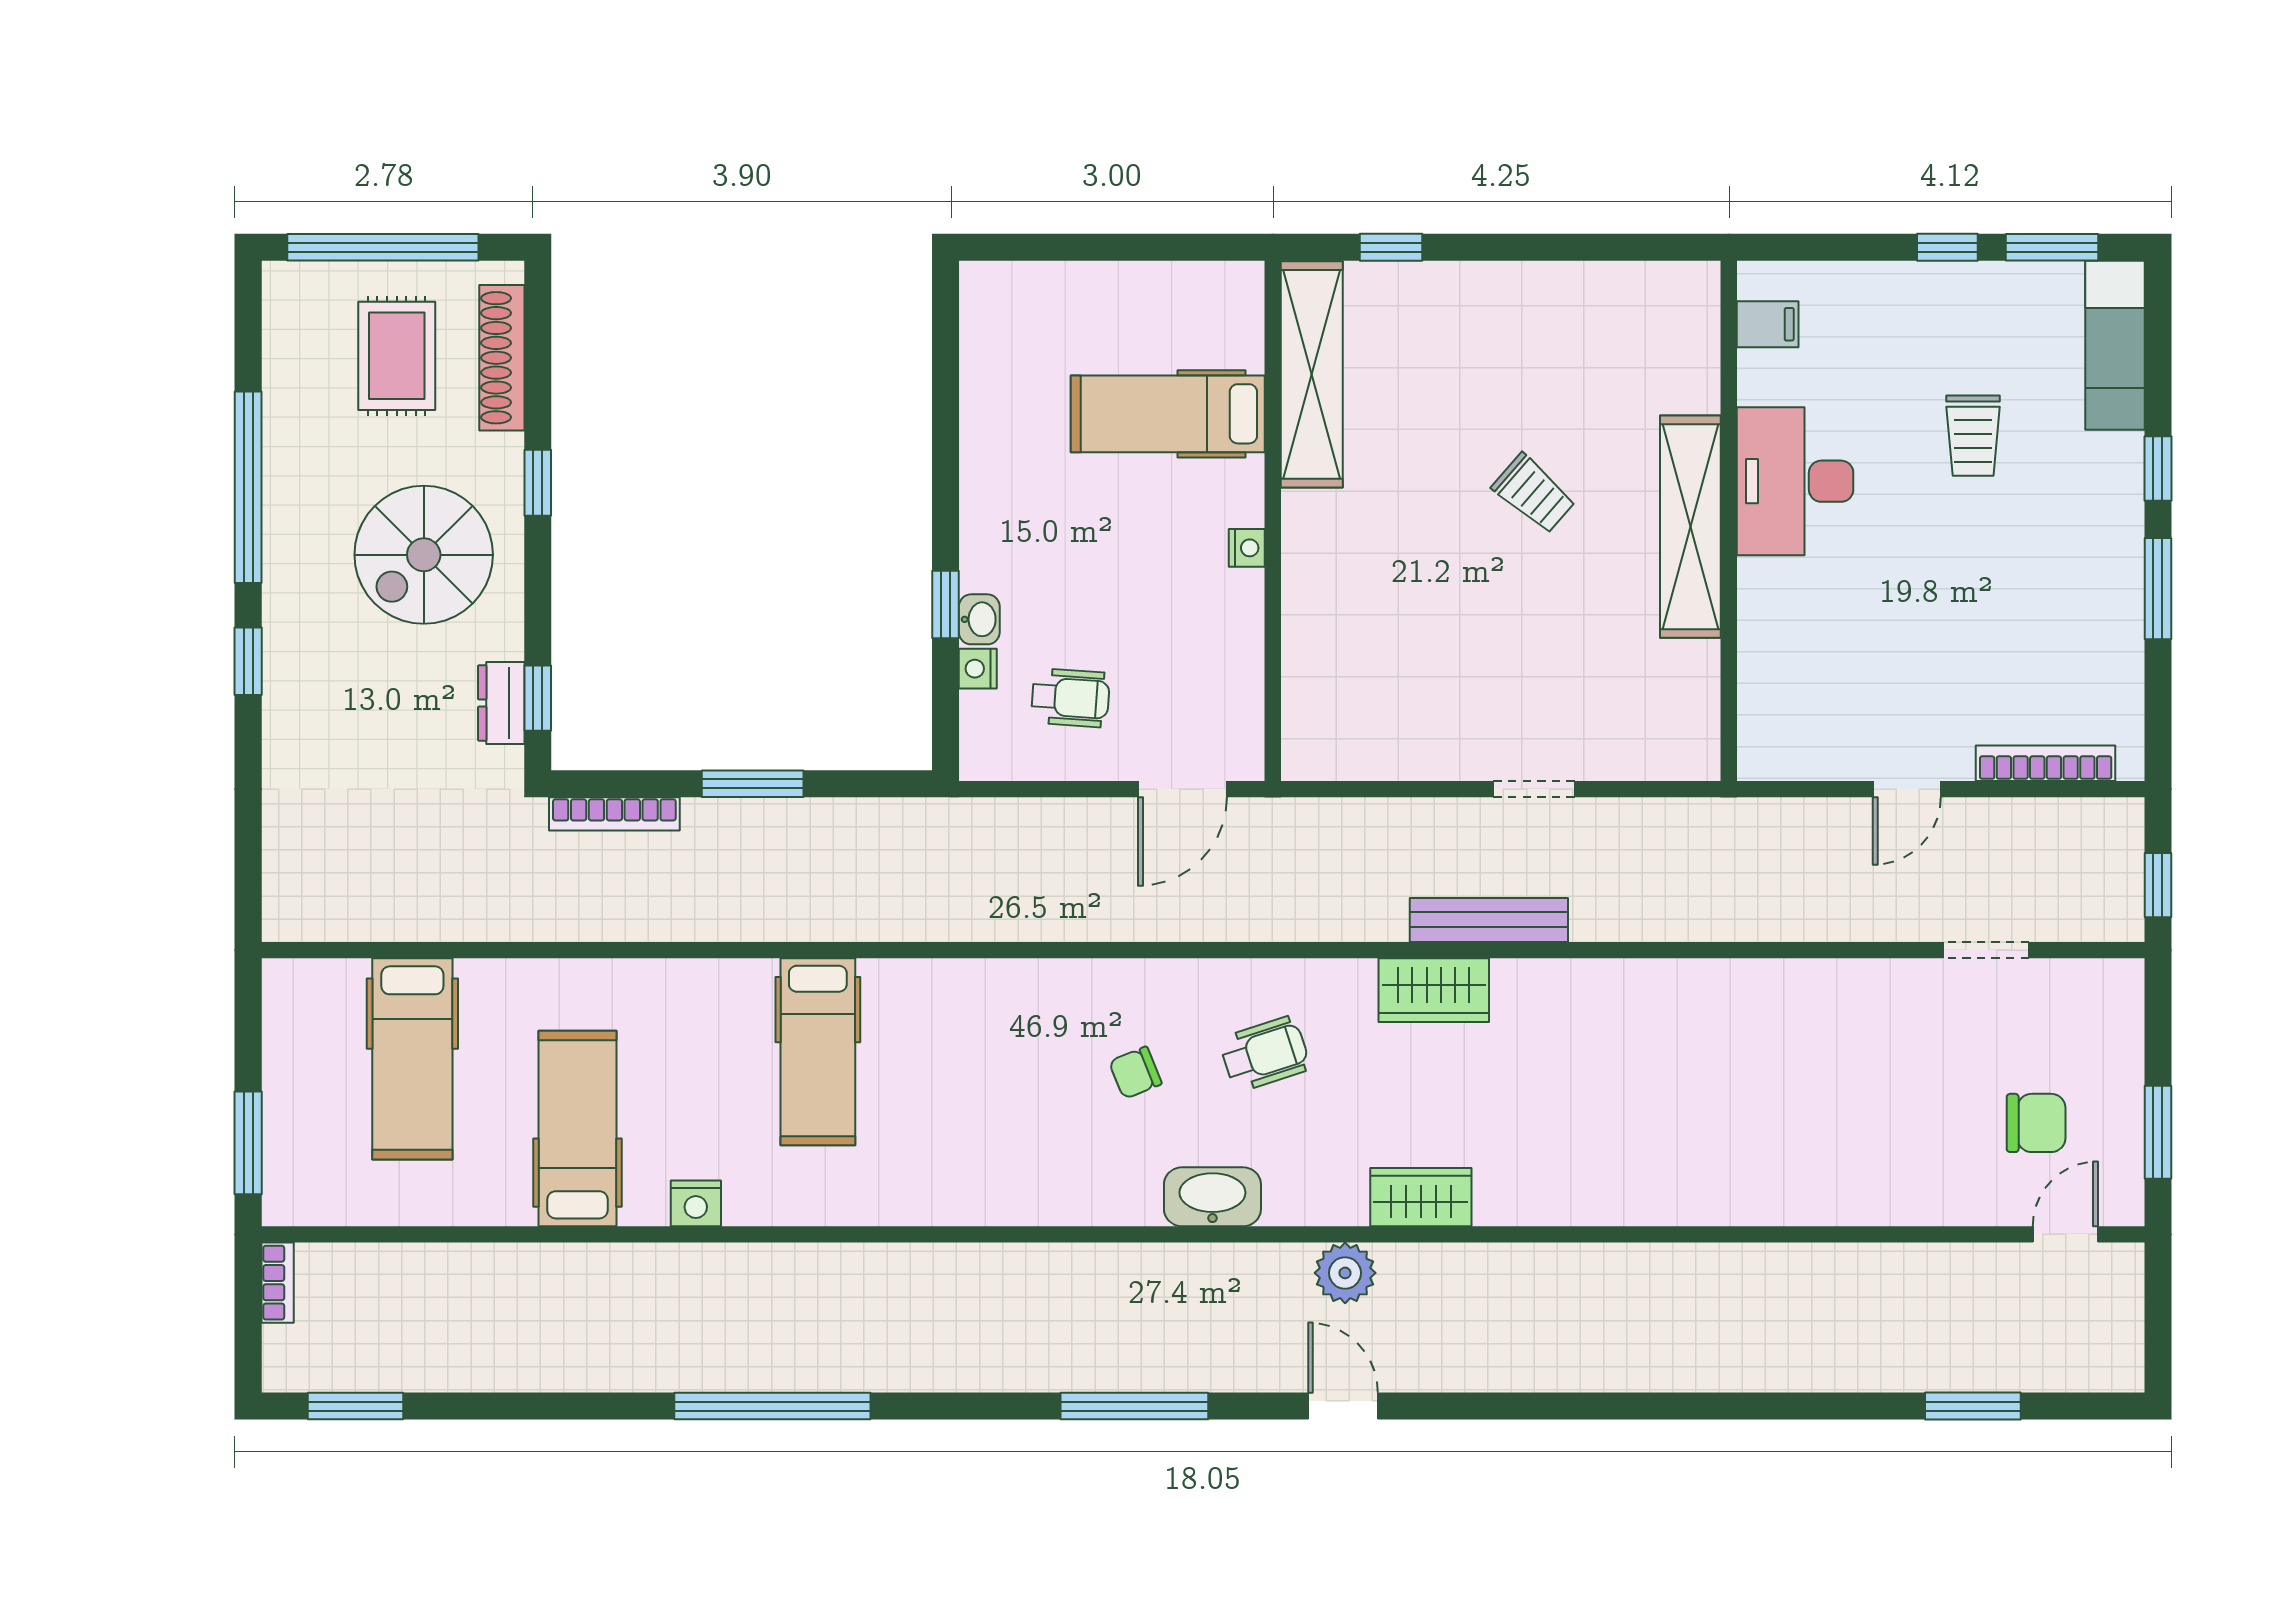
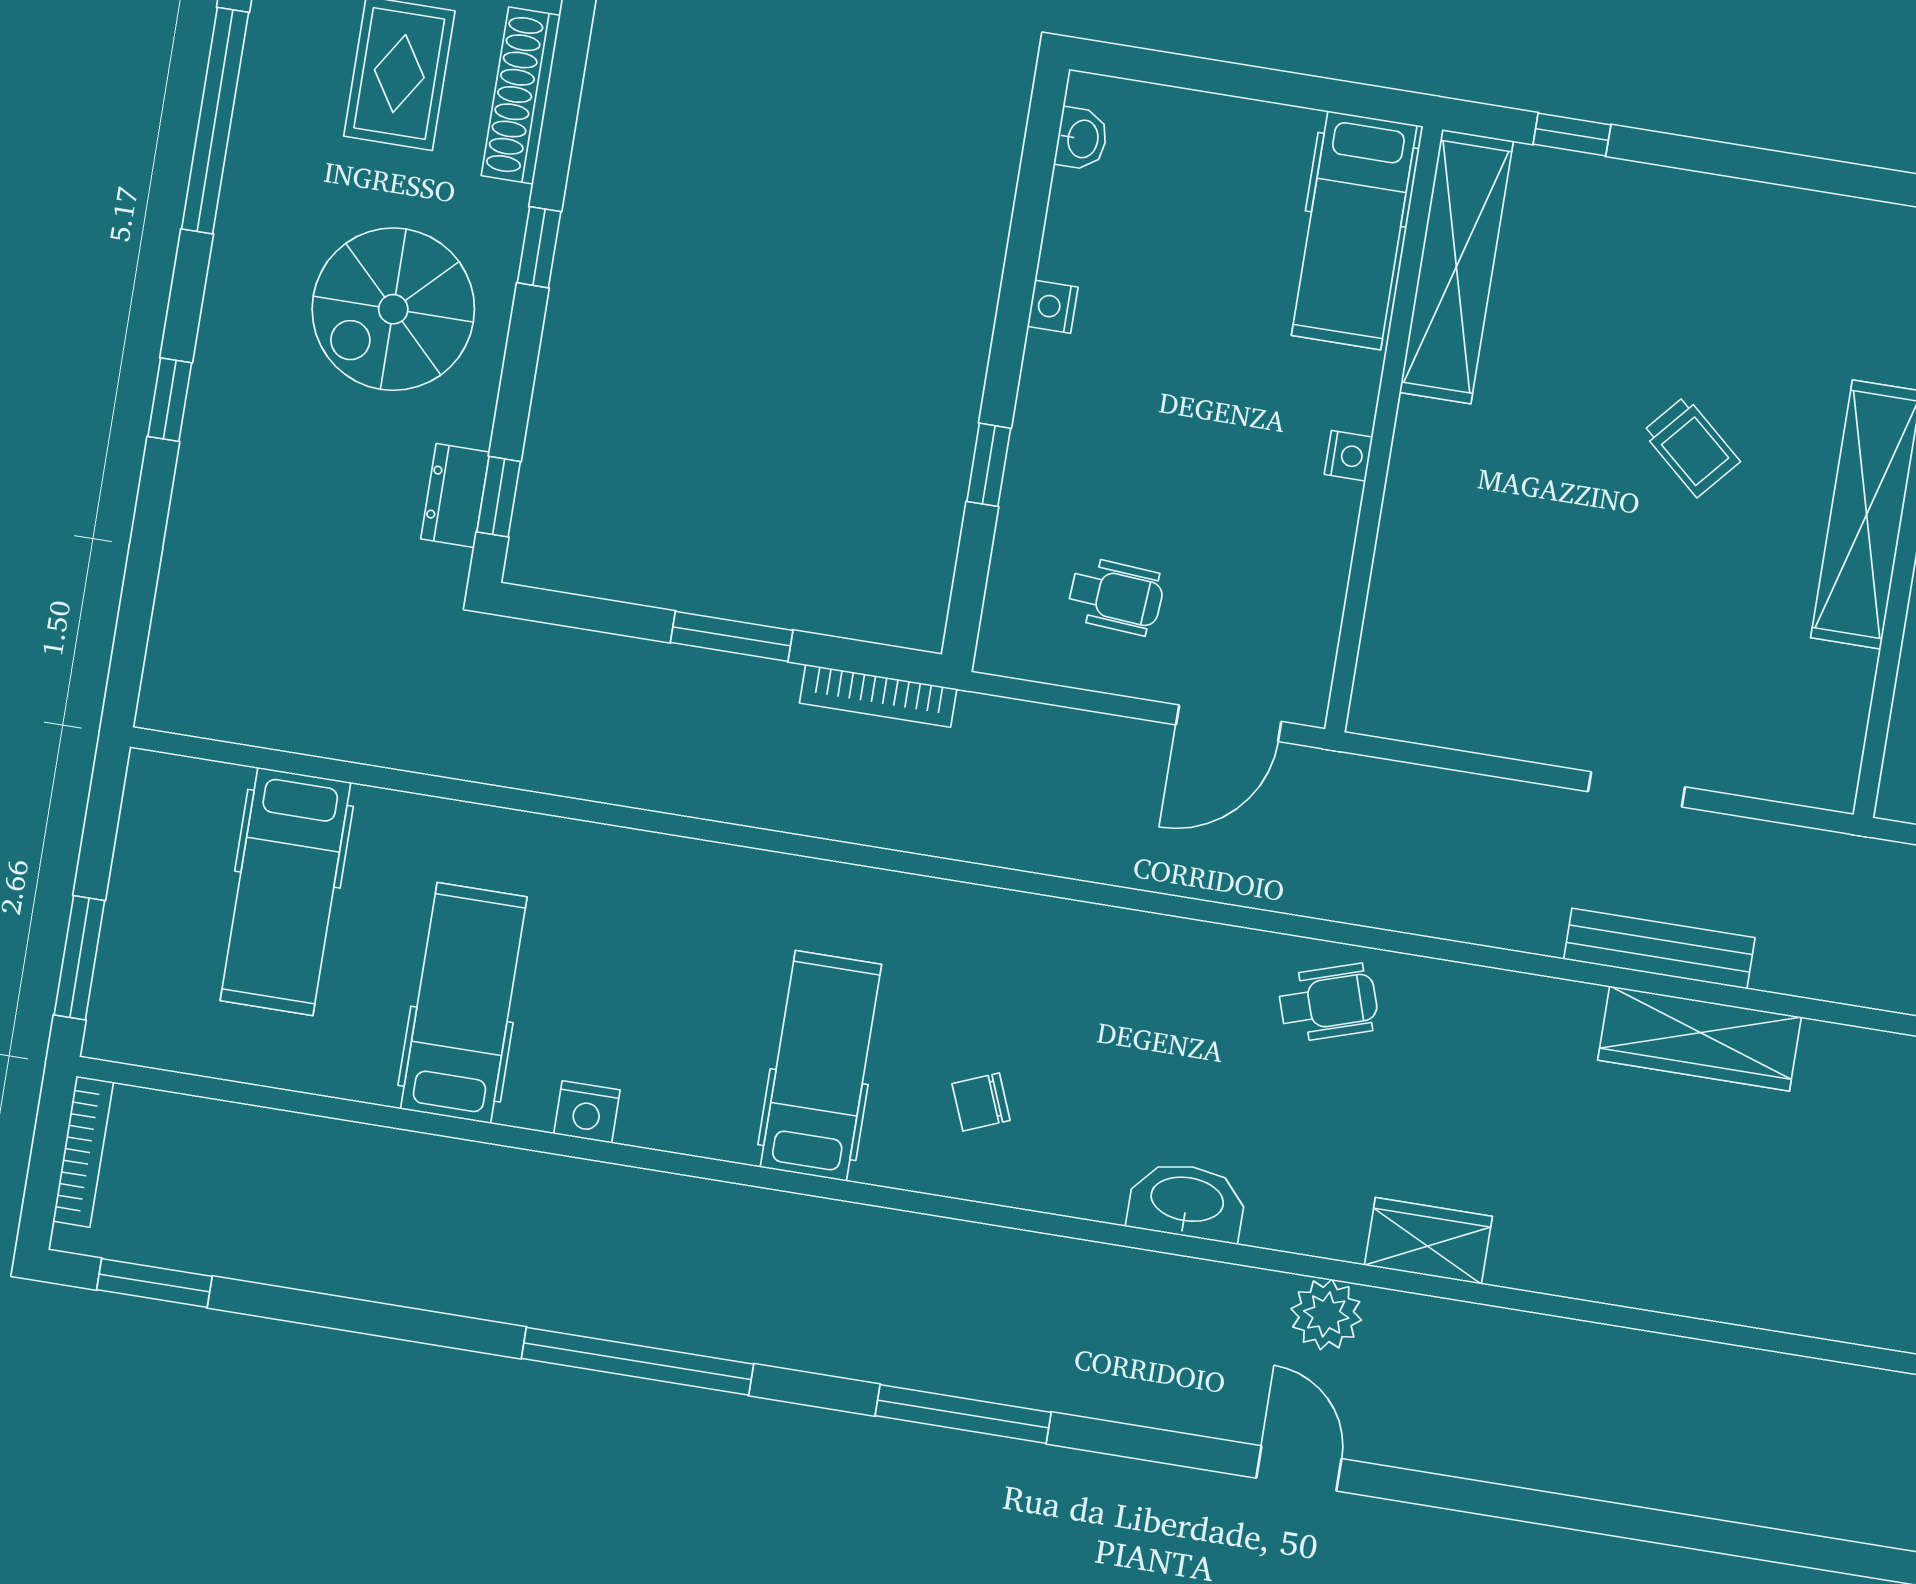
hospital bed: (1168, 414) -> (1354, 230), moved, turned -90
window: (248, 487) -> (215, 121), moved
washbasin: (979, 619) -> (1082, 139), moved
nightstand: (978, 669) -> (1053, 307), moved
bookcase: (614, 814) -> (878, 696), moved
bench: (1489, 920) -> (1659, 949), moved
wardrobe: (1434, 990) -> (1700, 1039), moved, width x1.50
hospital bed: (818, 1052) -> (821, 1066), moved, turned 180
wheelchair: (1265, 1054) -> (1328, 1003), moved
chair: (1135, 1073) -> (981, 1102), moved
bookcase: (278, 1283) -> (83, 1152), width x1.56
window: (1134, 1406) -> (963, 1414), moved

